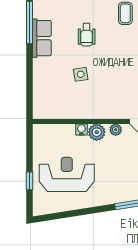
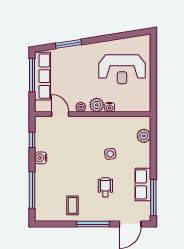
plant: (41, 96) -> (144, 136), added
window: (30, 181) -> (153, 64), removed

